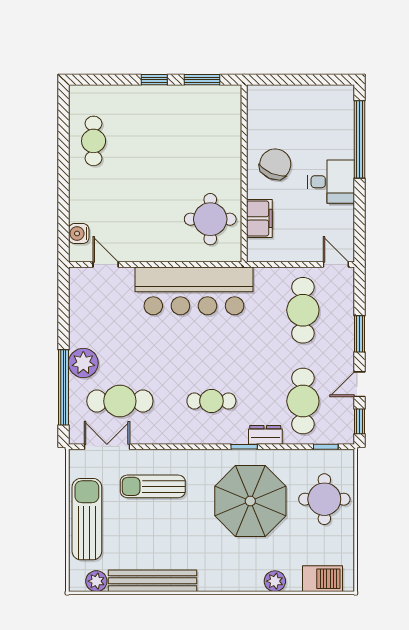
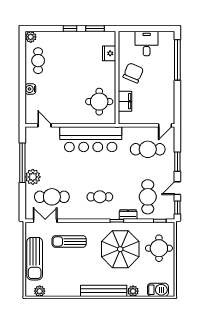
plant: (79, 96) -> (31, 37), added
fridge: (229, 127) -> (109, 53), added
desk: (331, 182) -> (147, 44), moved, turned -90
water cooler: (79, 234) -> (30, 89), moved
door: (336, 265) -> (165, 125), swing flipped
cafe table: (303, 310) -> (148, 149), turned 90
window: (63, 387) -> (22, 163), moved
sun lounger: (87, 519) -> (35, 259), turned 180
bench: (153, 581) -> (104, 291), moved

